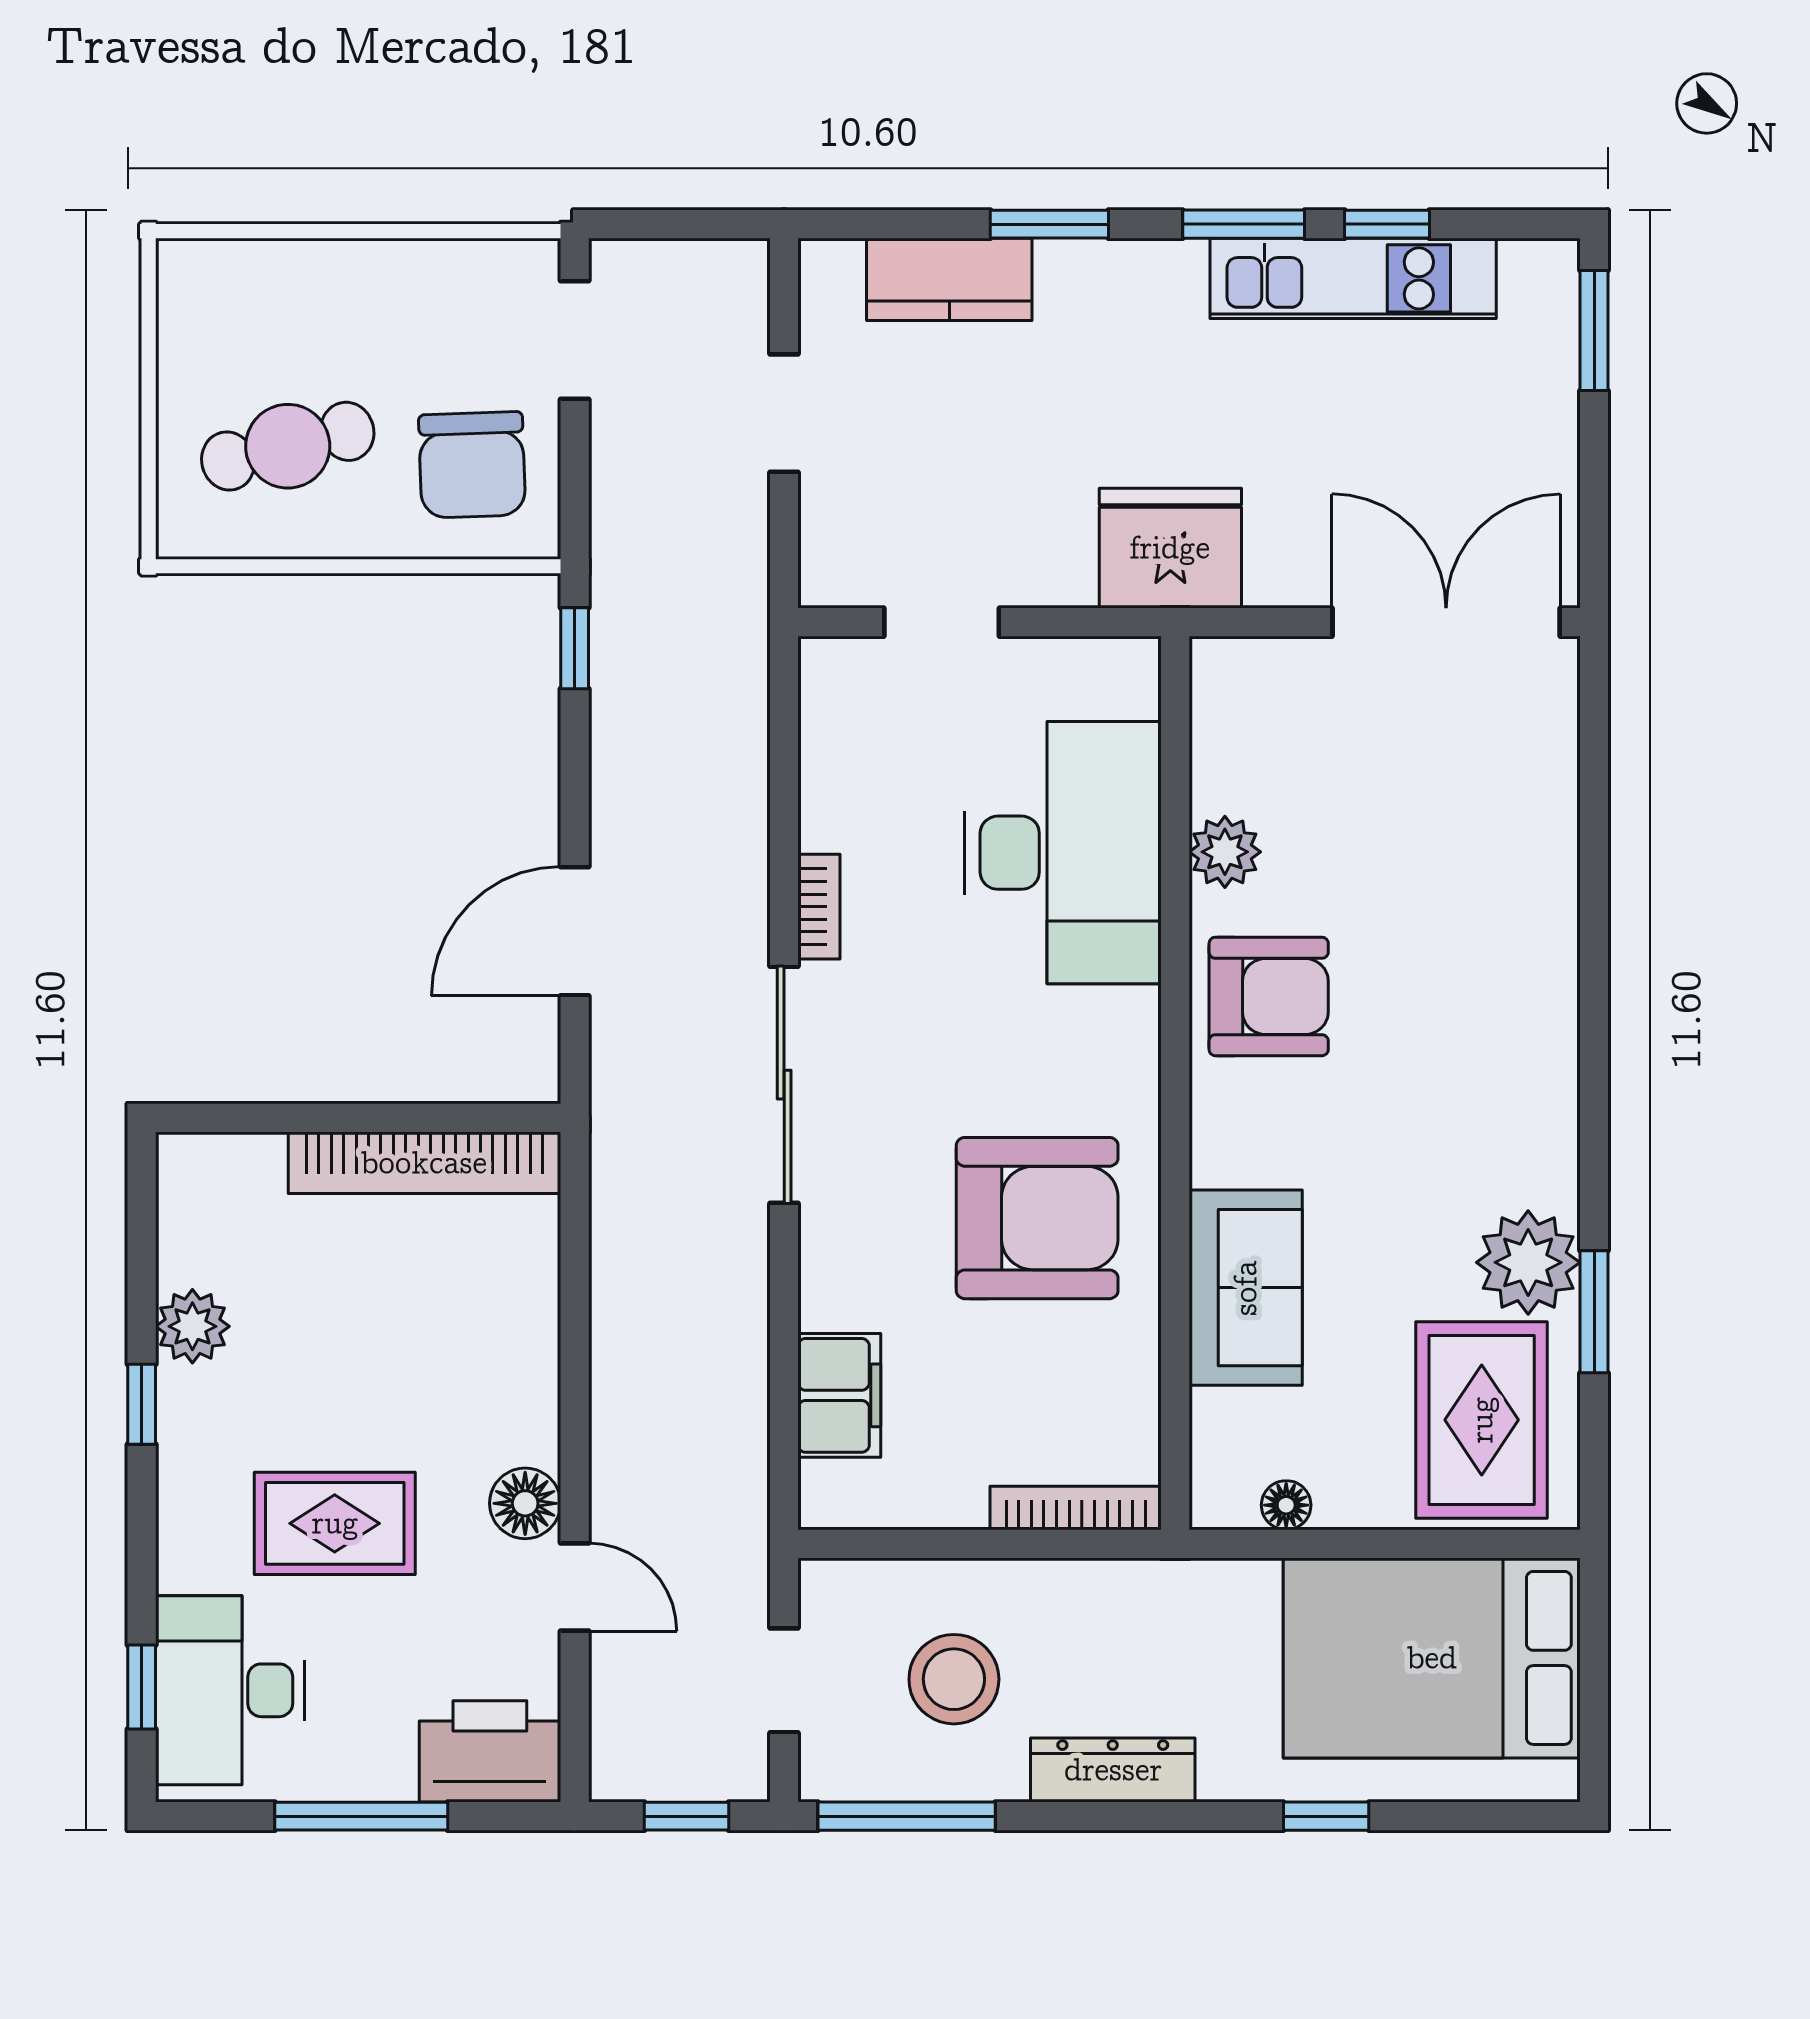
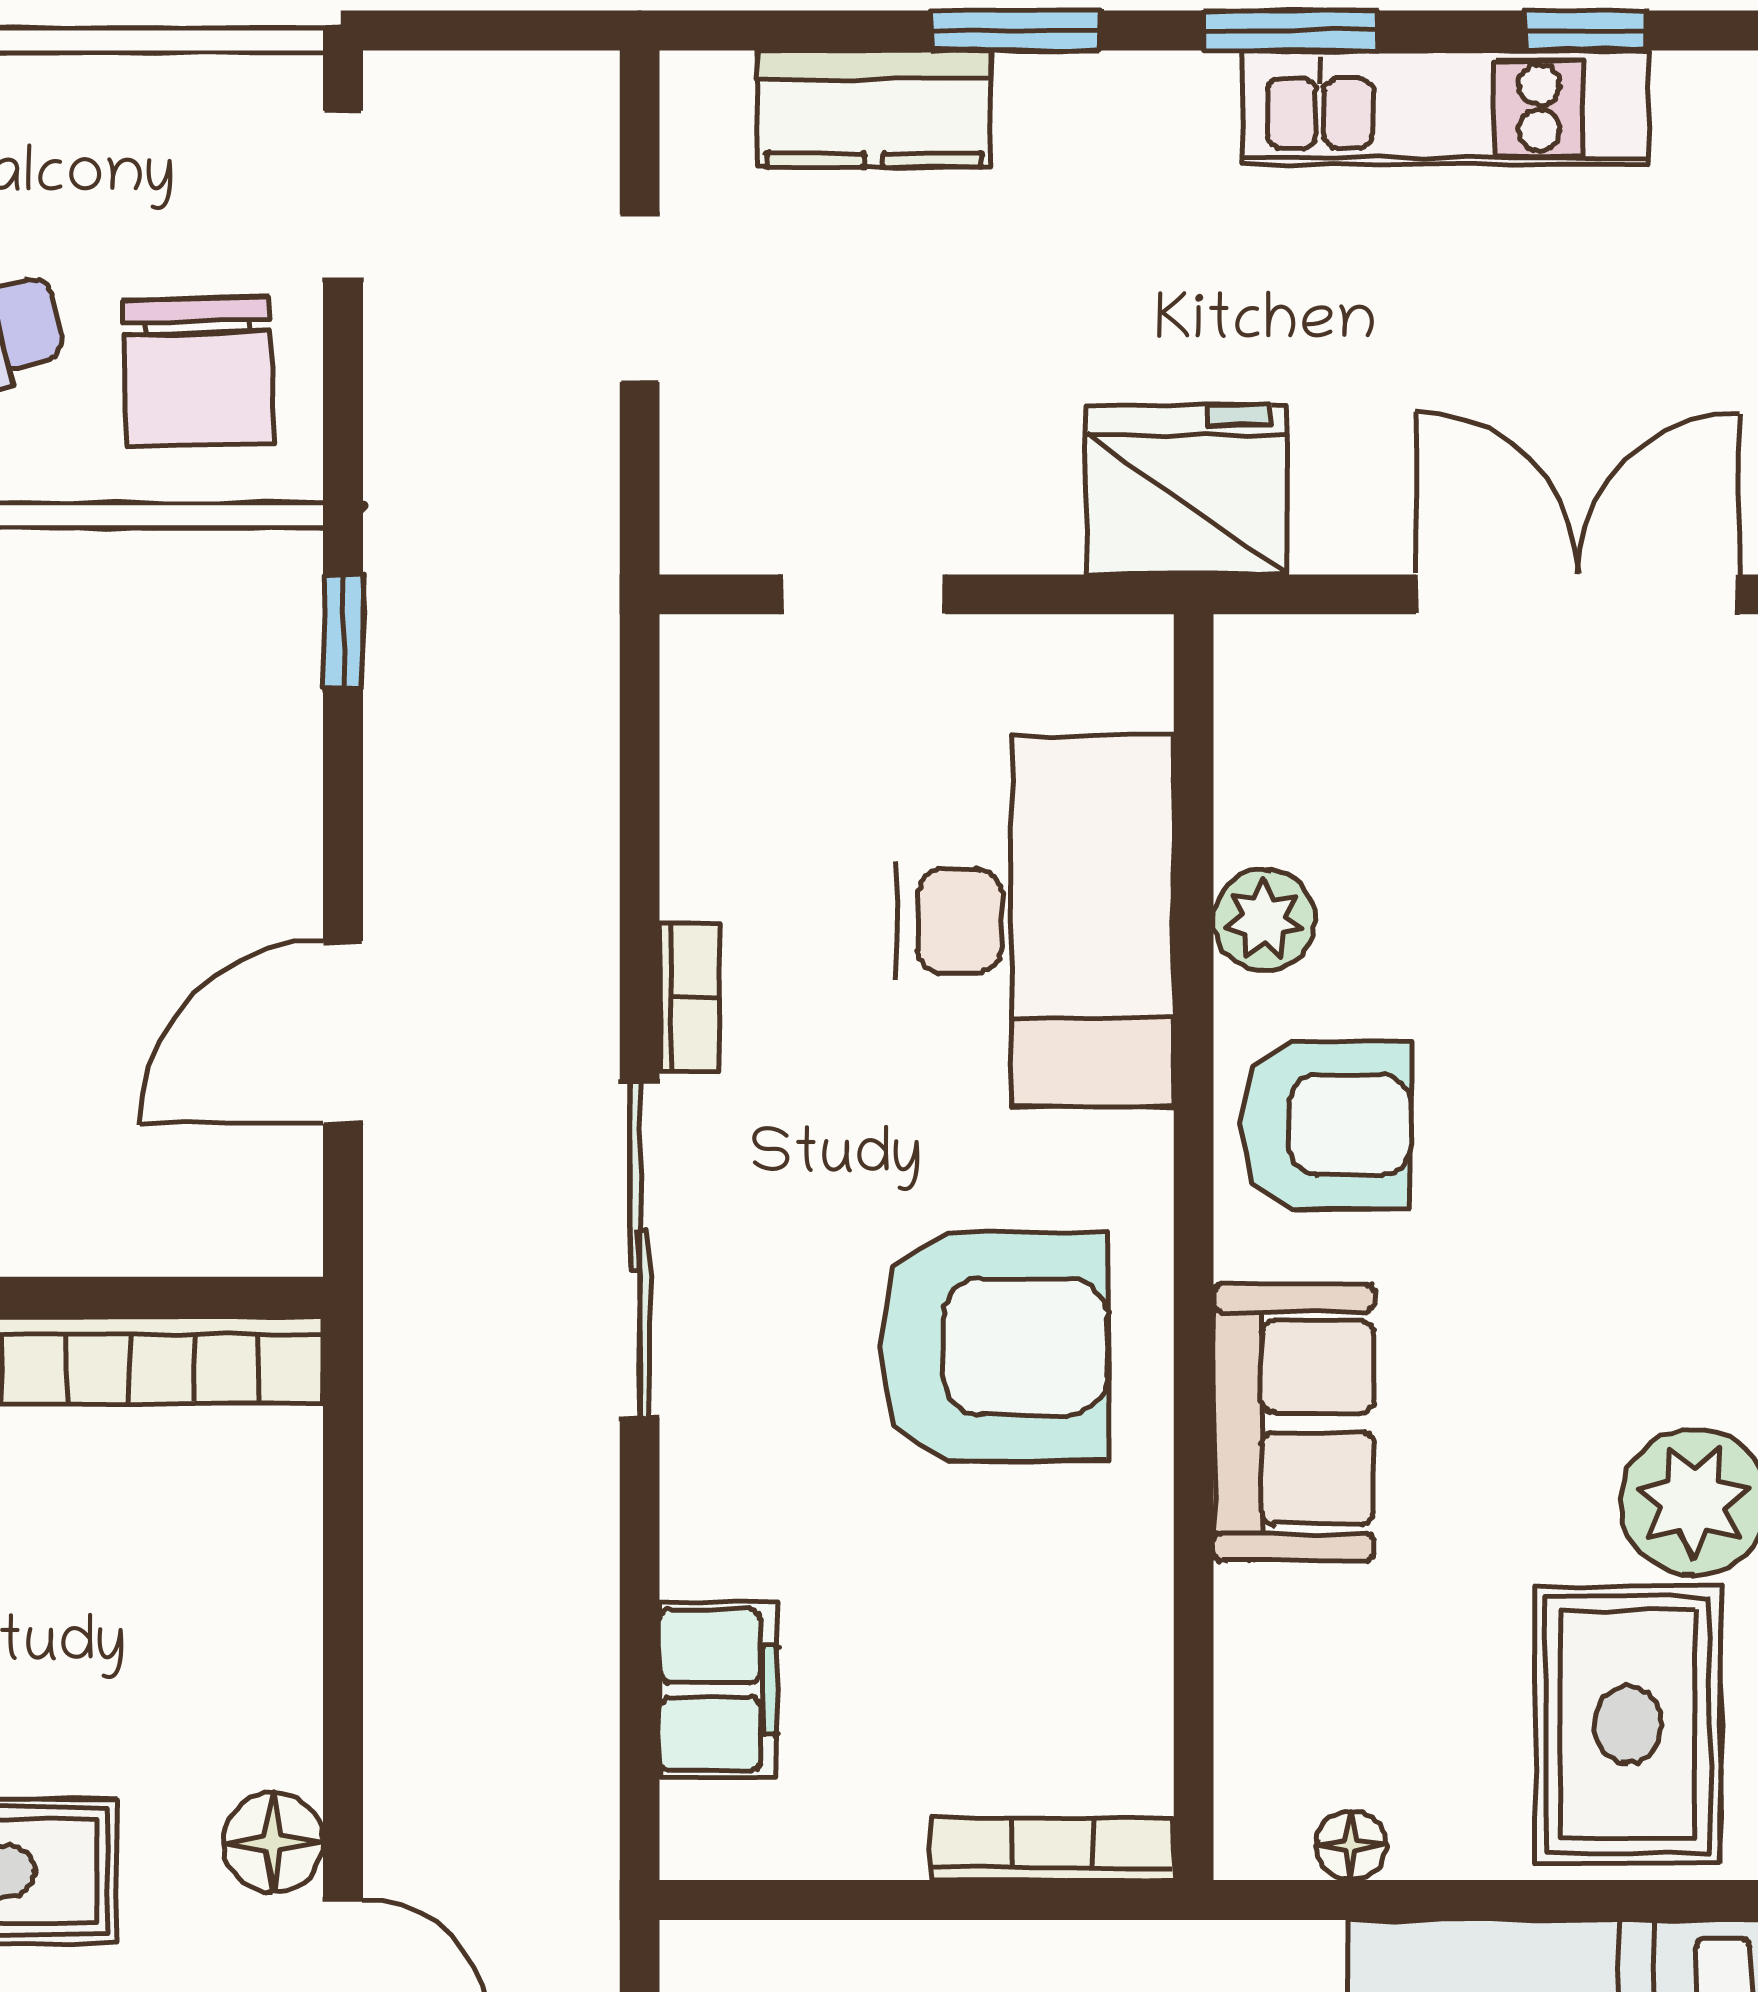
window: (1387, 224) -> (1586, 31), moved
armchair: (1037, 1218) -> (993, 1347), moved
sofa: (1246, 1288) -> (1294, 1422), moved

